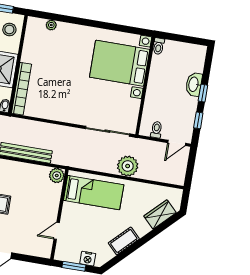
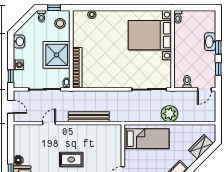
plant: (57, 175) -> (116, 130), removed

